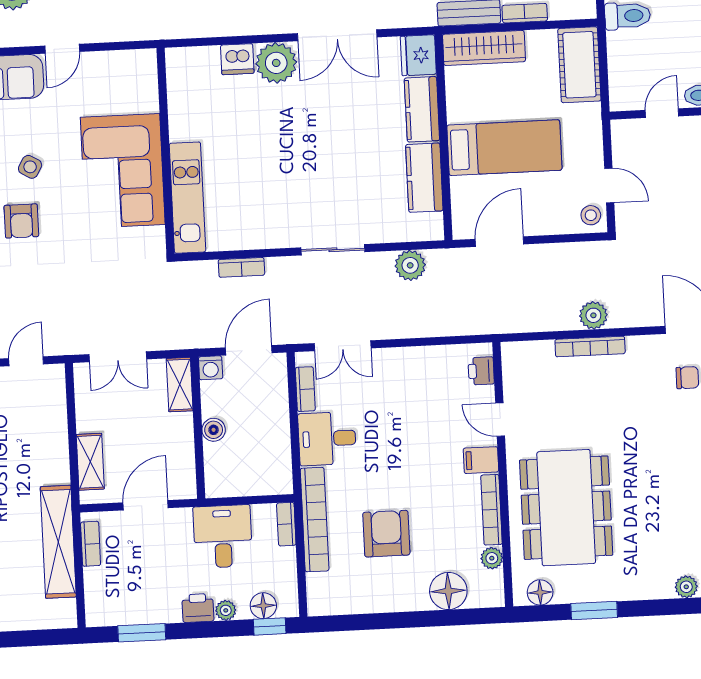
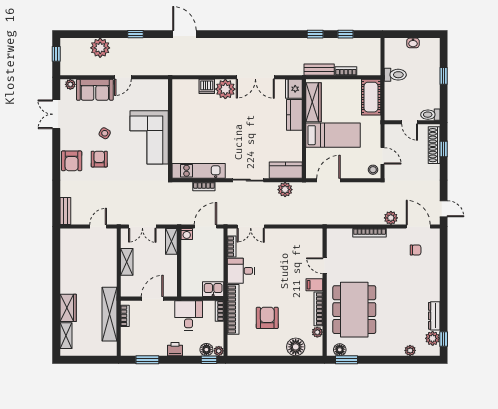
wardrobe: (484, 48) -> (314, 102), moved, turned -90
door: (662, 113) -> (410, 122), swing flipped
kitchen counter: (424, 178) -> (286, 170), moved, turned 90
kitchen unit: (187, 198) -> (199, 171), moved, turned -90
armchair: (21, 221) -> (99, 159), turned 180
plant: (593, 315) -> (391, 218), moved
printer: (481, 371) -> (317, 242), removed
boiler: (214, 430) -> (187, 264), removed
shelving: (90, 462) -> (127, 262), moved
kitchen sink: (271, 479) -> (213, 289), added
plant: (226, 610) -> (219, 351), moved
window: (594, 611) -> (347, 360), moved

